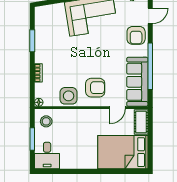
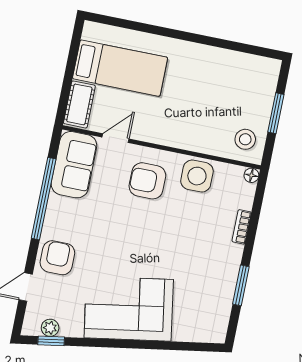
sofa: (137, 82) -> (74, 165), width x0.73
bed: (123, 152) -> (120, 68), width x0.67
desk: (47, 156) -> (256, 79), removed

